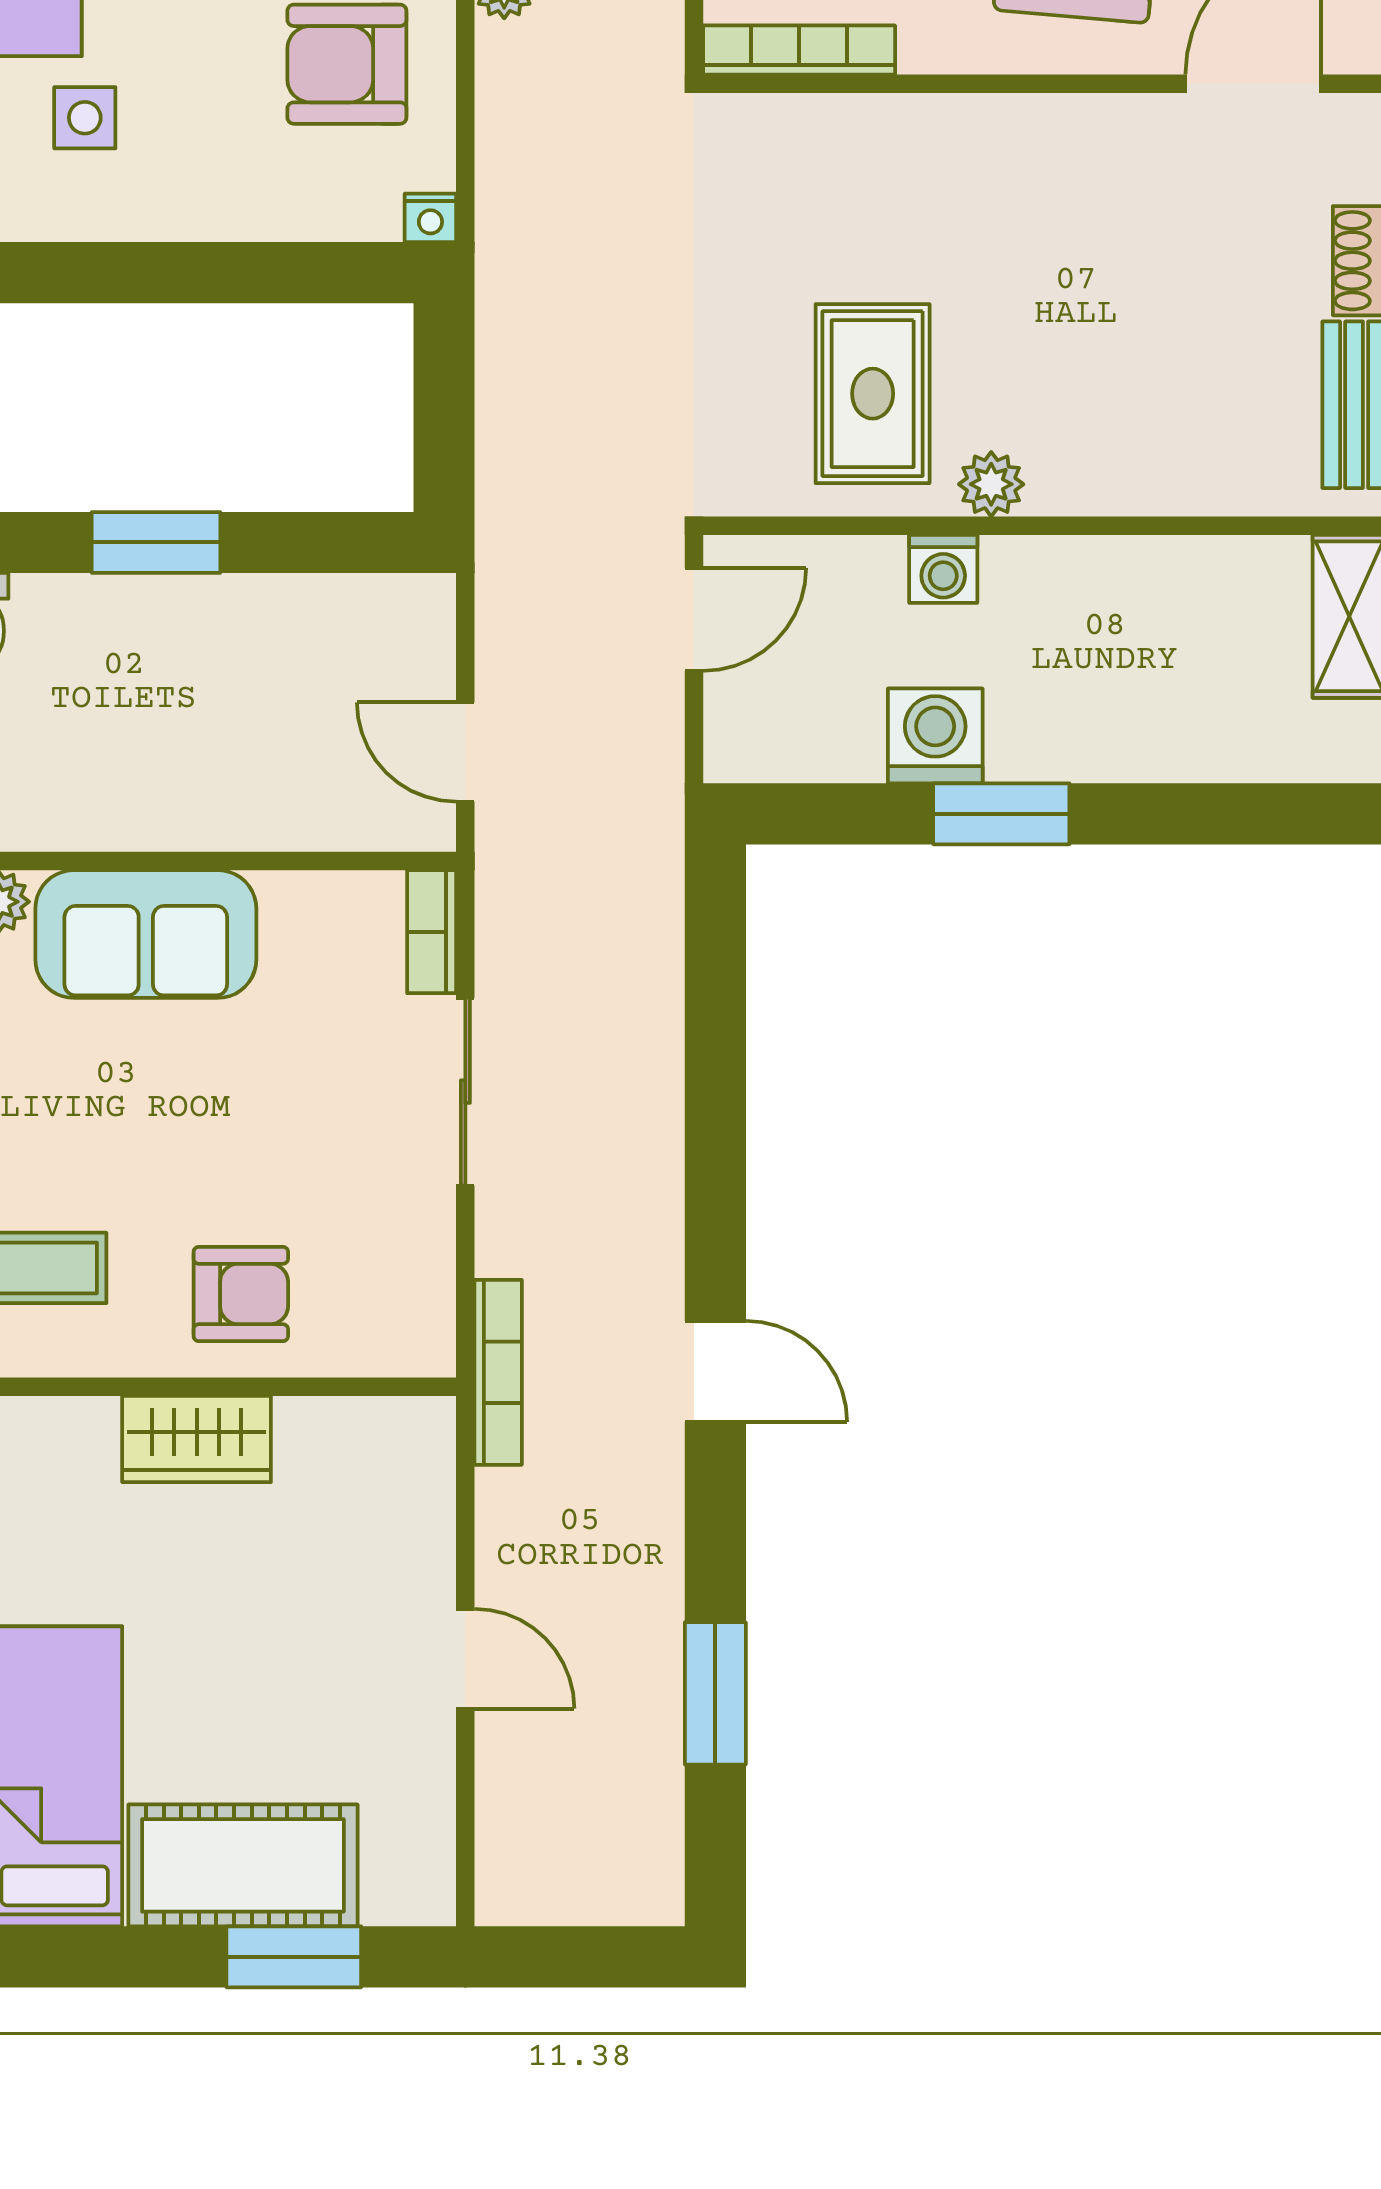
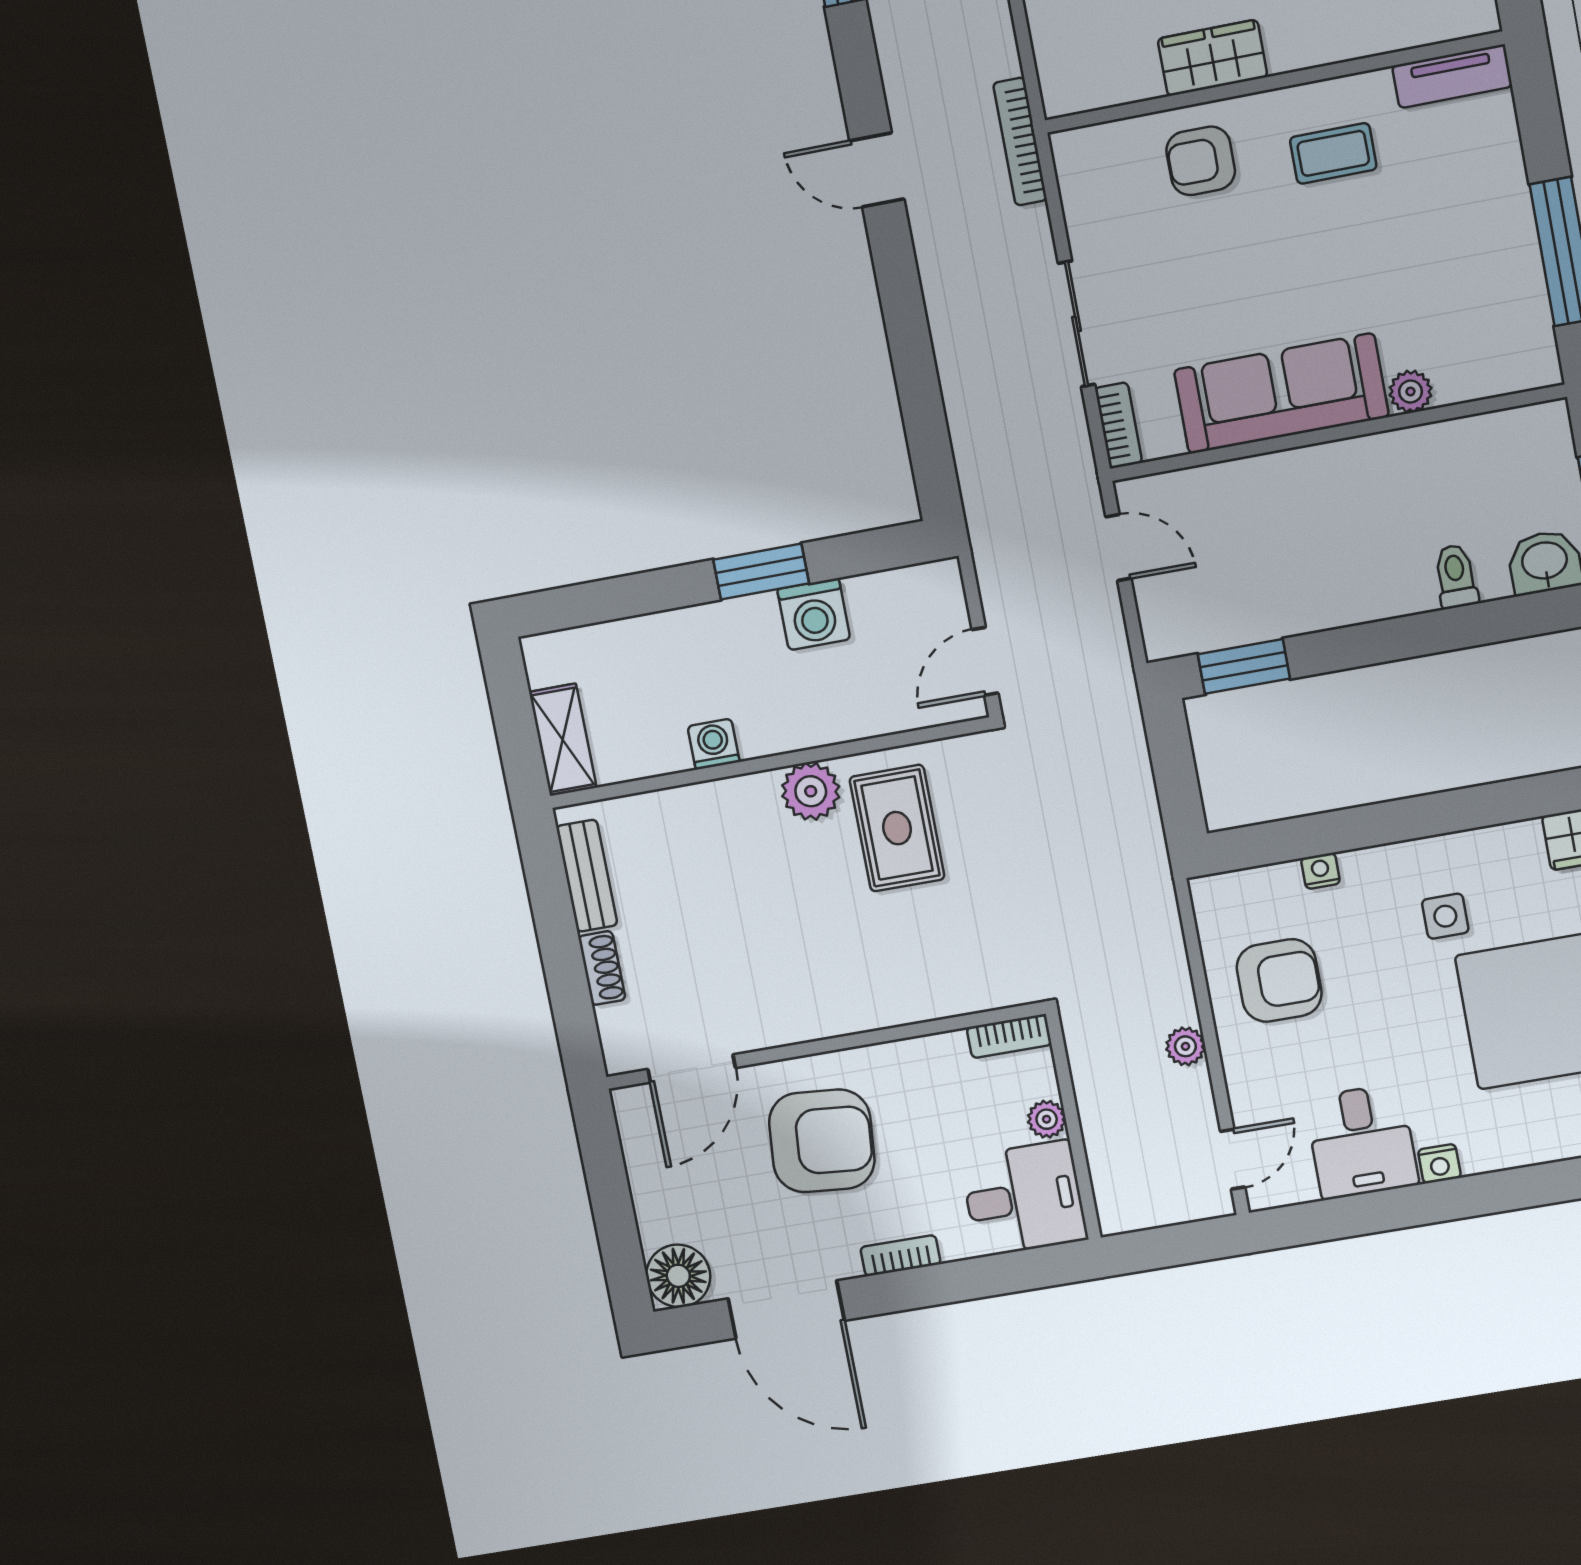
bookcase: (799, 50) -> (1009, 1036), width x0.64
nightstand: (430, 218) -> (1320, 871), moved
plant: (991, 484) -> (811, 791), width x1.38, depth x1.38
window: (156, 542) -> (1244, 666), moved
washing machine: (943, 569) -> (714, 744), moved
sofa: (146, 934) -> (1281, 393), width x1.36

